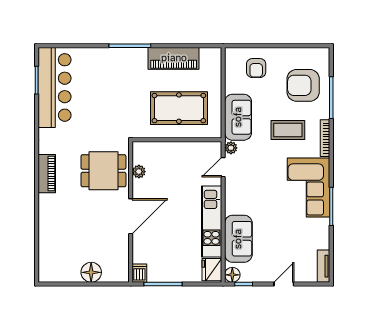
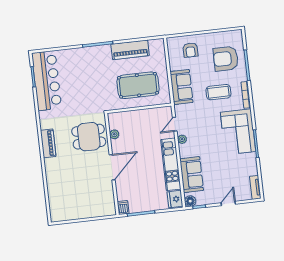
plant: (231, 148) -> (182, 139), moved
floor lamp: (91, 272) -> (88, 211), removed

